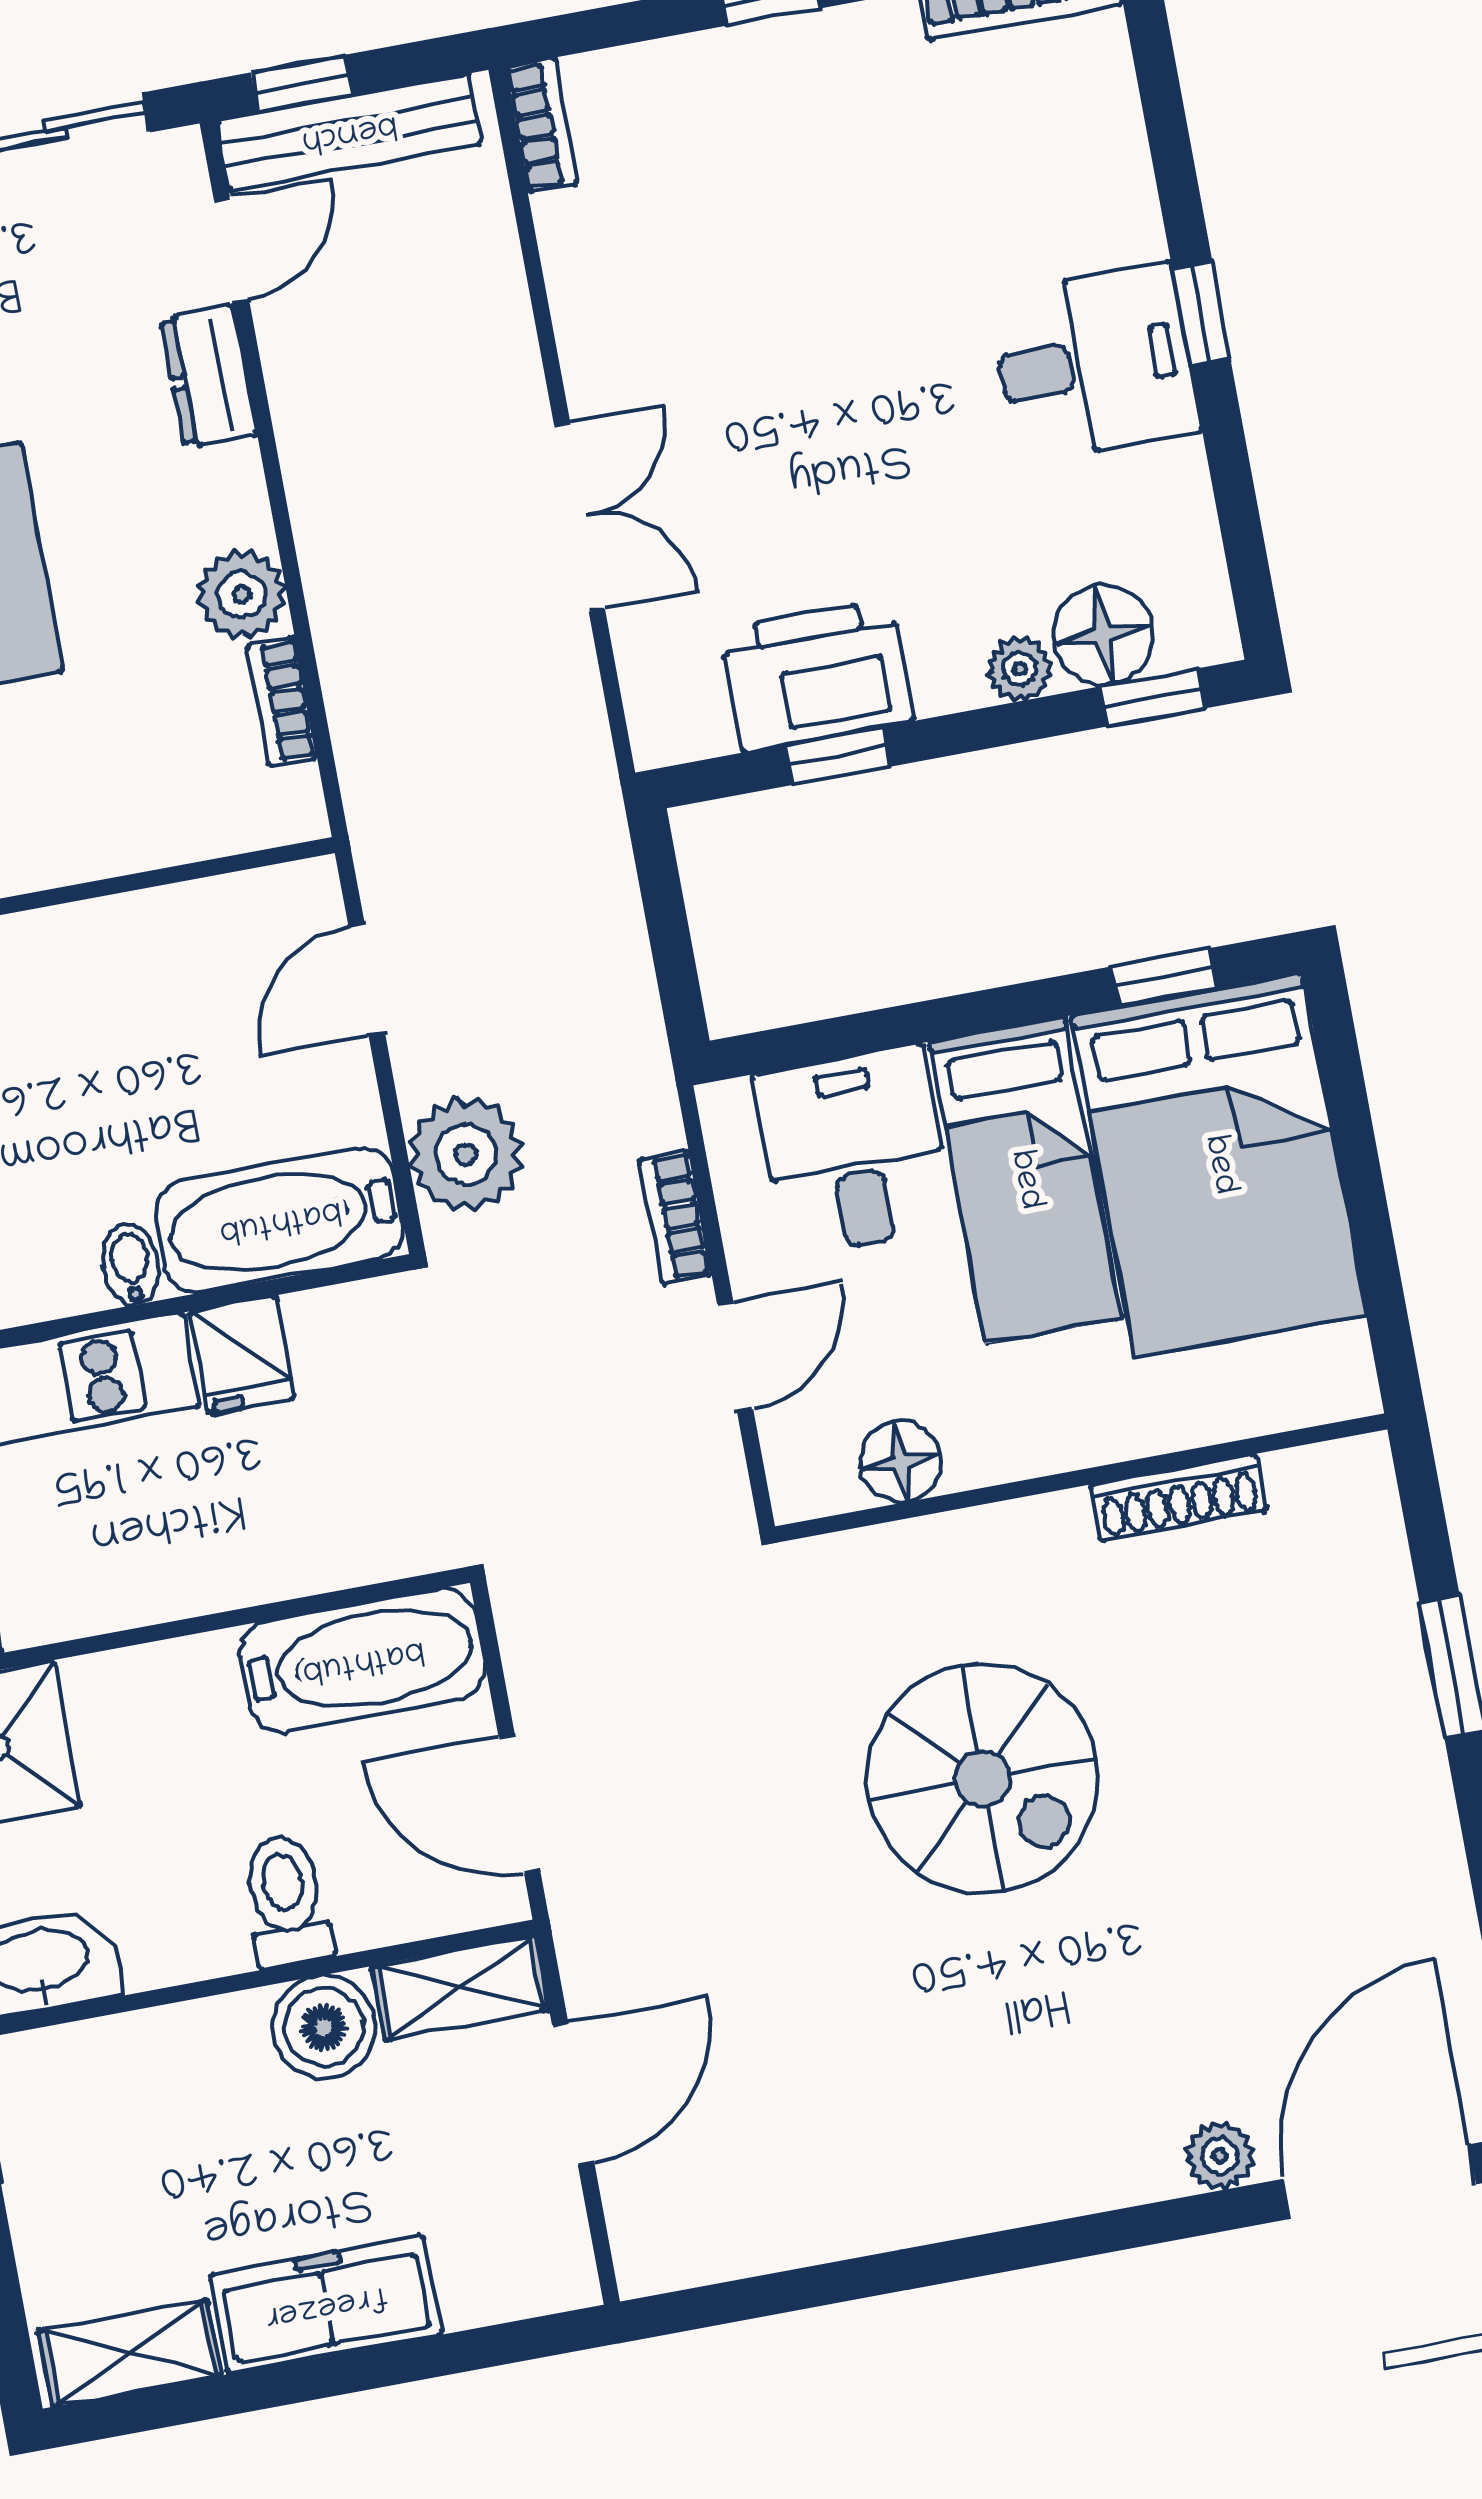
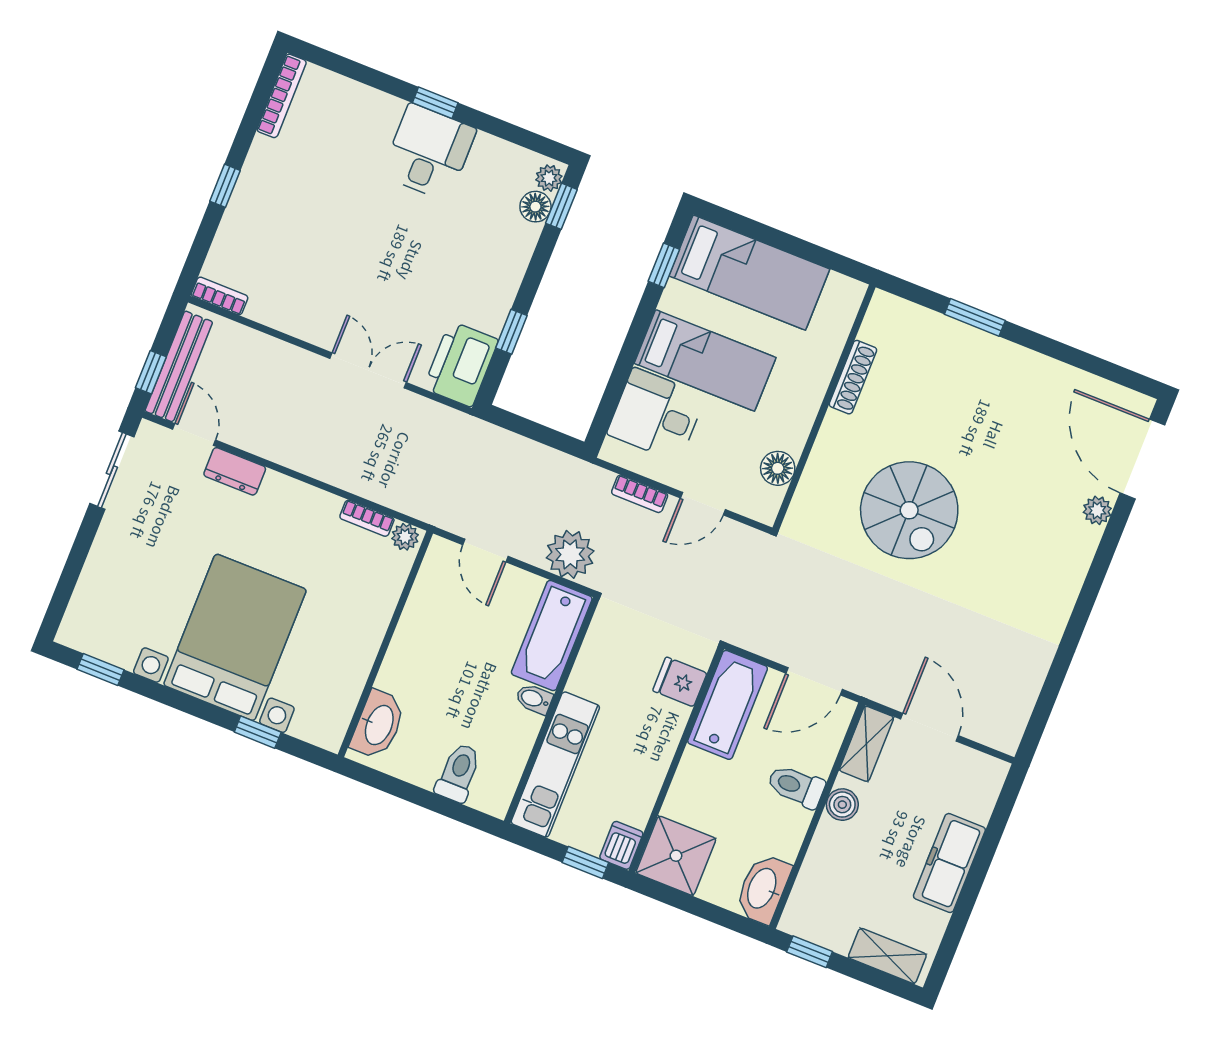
plant: (242, 595) -> (405, 537), moved, width x0.73, depth x0.73
floor lamp: (1103, 635) -> (535, 207), width x0.73, depth x0.73
plant: (1020, 669) -> (549, 178), moved
printer: (817, 675) -> (461, 364), moved
bed: (1219, 1165) -> (749, 273), width x0.67
fridge: (242, 1355) -> (680, 682), moved, turned 180
door: (735, 1356) -> (703, 504), swing flipped
spiral stairs: (982, 1779) -> (909, 510), turned 90
boiler: (324, 2027) -> (842, 805), width x0.73, depth x0.73
shelving: (130, 2353) -> (887, 956), moved, turned 90

